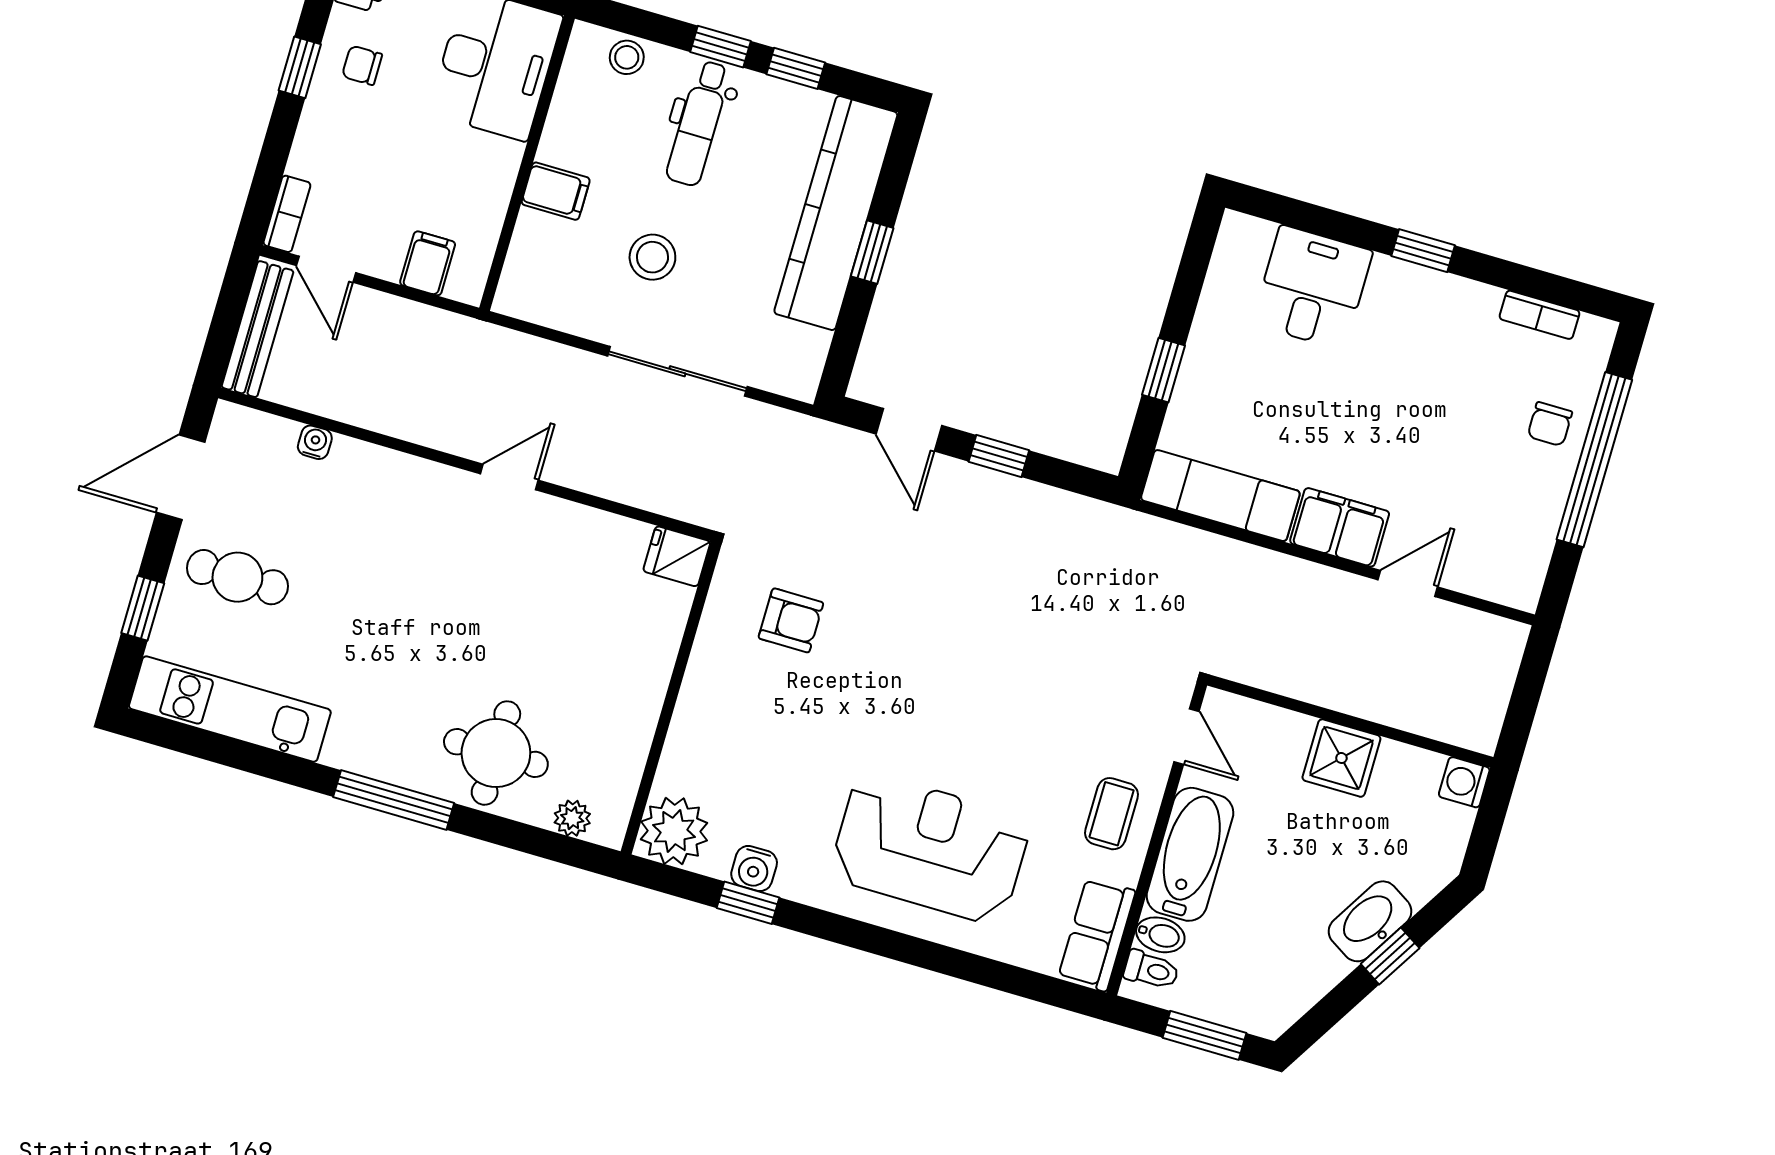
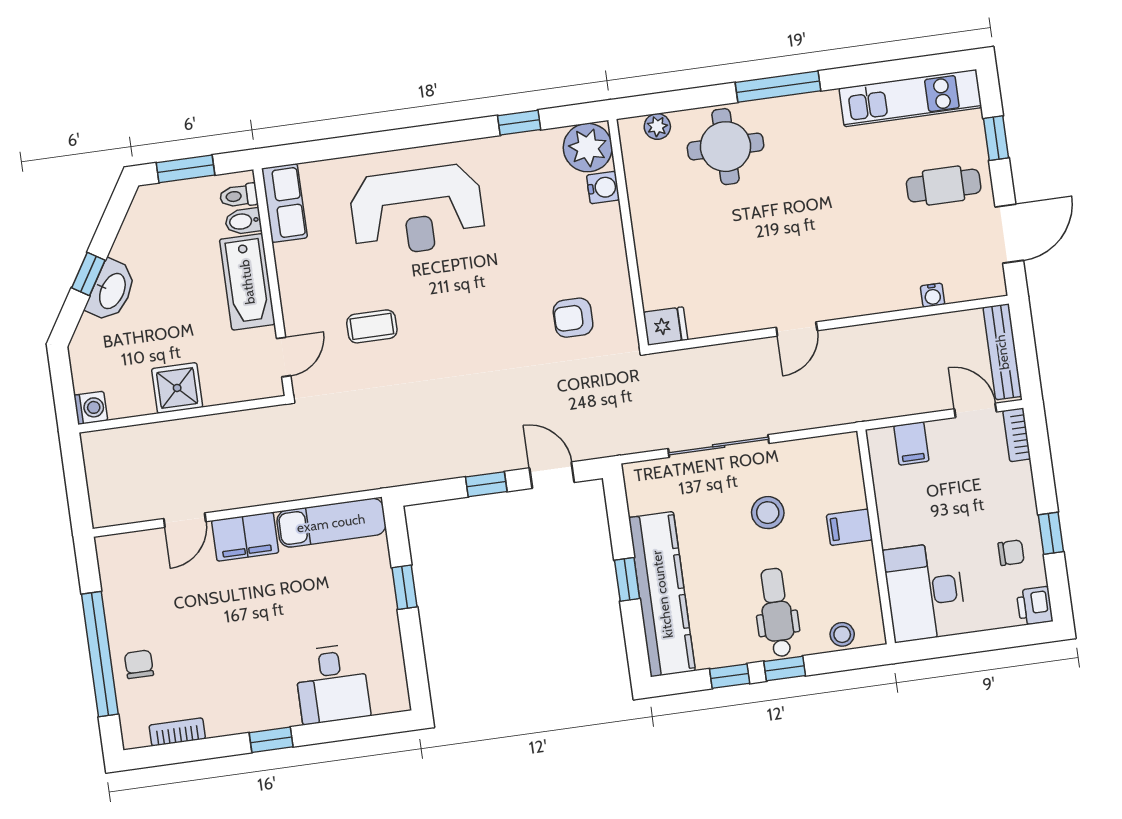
door: (1186, 736) -> (284, 357), swing flipped
coffee table: (1111, 814) -> (372, 326), moved, turned 90
water cooler: (754, 868) -> (603, 188), moved, turned 90

